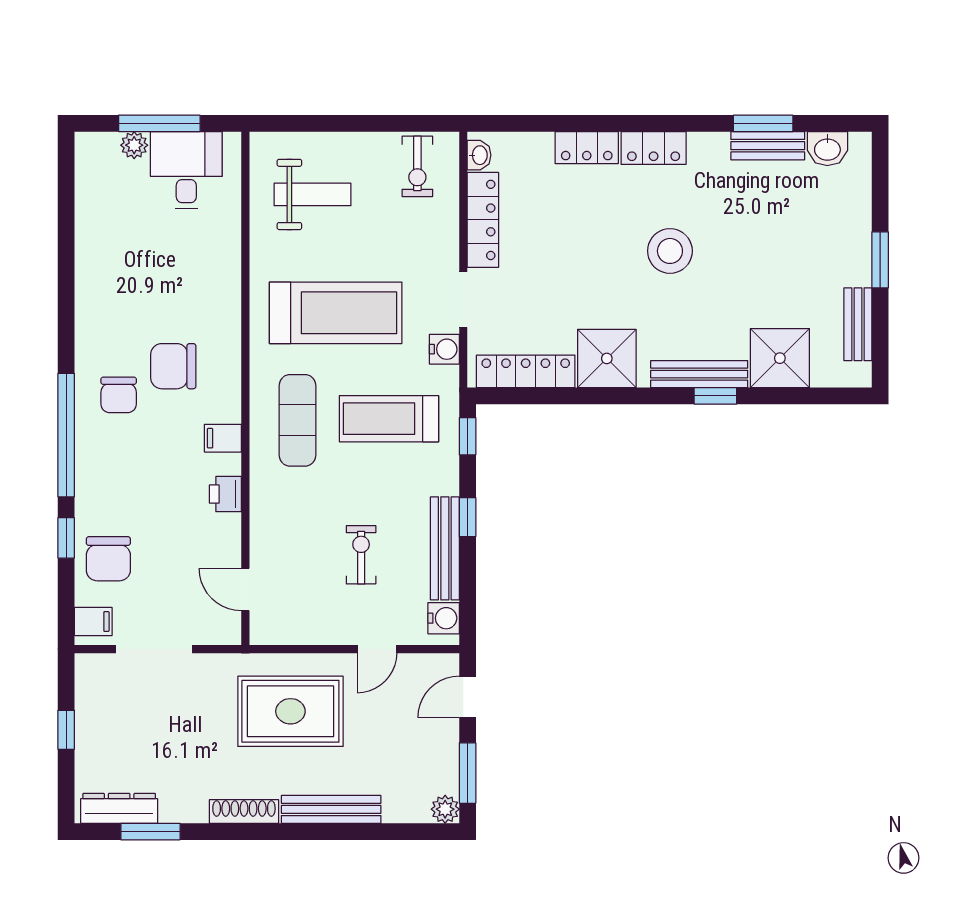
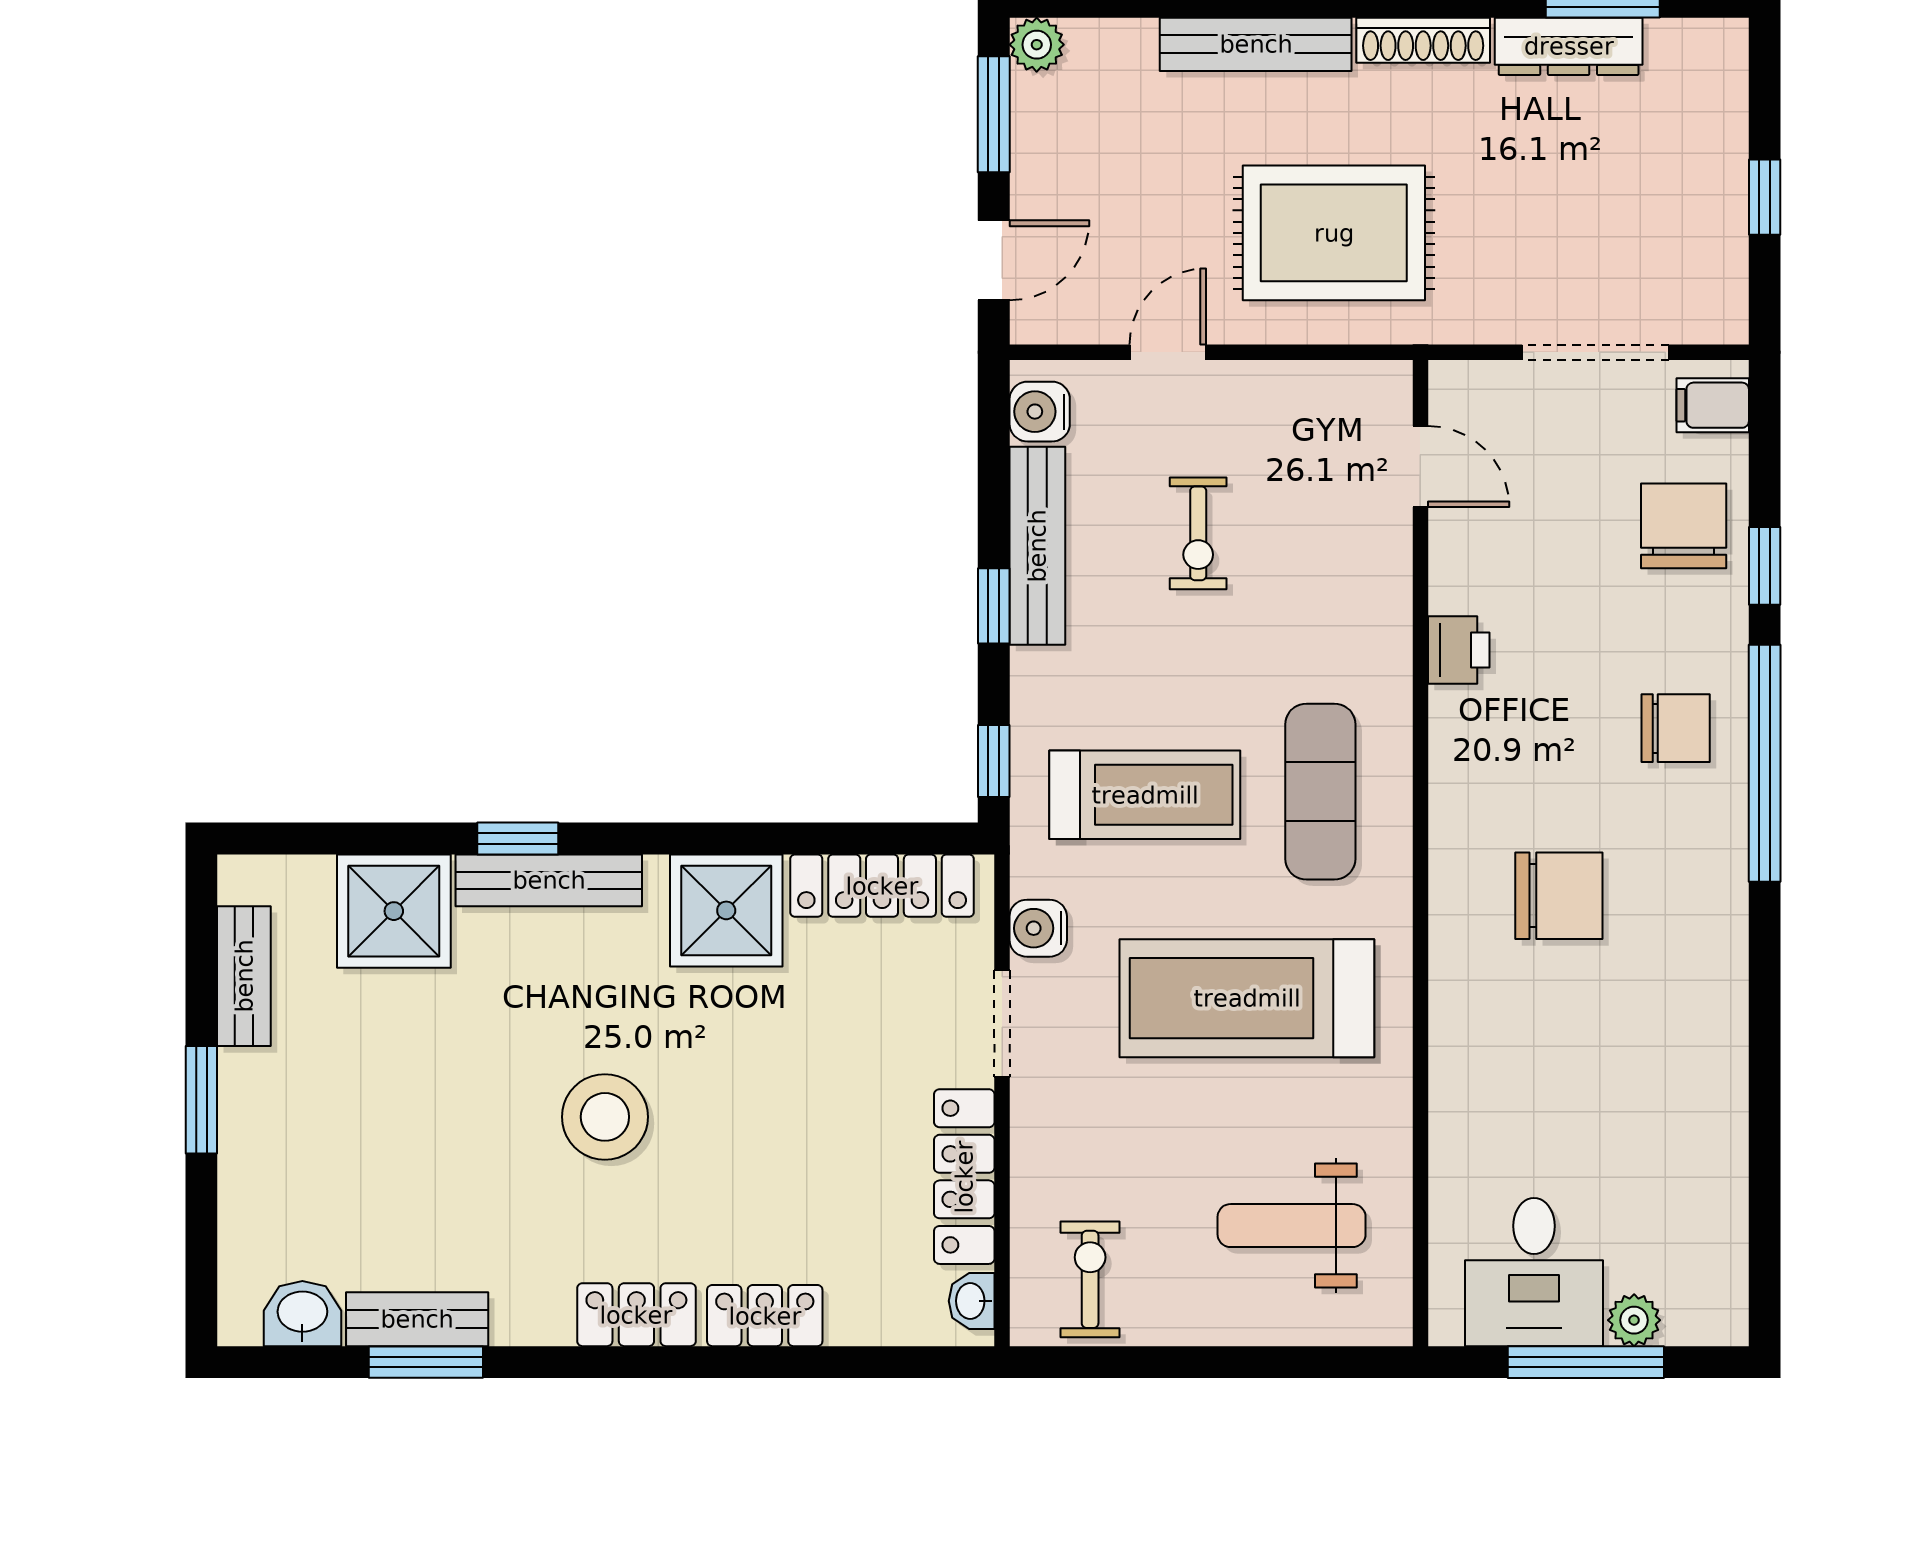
chair: (119, 395) -> (1676, 728), moved, turned 90
filing cabinet: (223, 438) -> (1464, 757), removed
dresser: (119, 808) -> (1569, 46), moved

